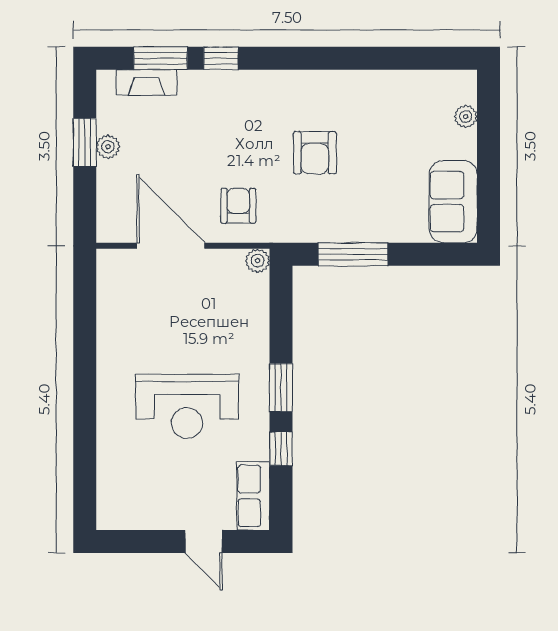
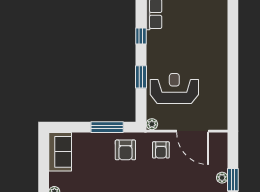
armchair: (315, 153) -> (125, 150), moved, turned 180
window: (281, 388) -> (141, 77), moved
reception desk: (187, 406) -> (174, 89), moved

